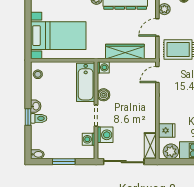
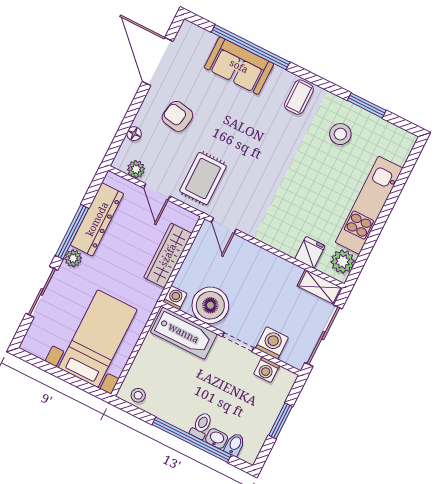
boiler: (104, 95) -> (210, 305), width x1.86, depth x1.86
washbasin: (36, 106) -> (217, 438), moved
window: (28, 117) -> (192, 440), width x3.17
bidet: (37, 154) -> (235, 445), moved

